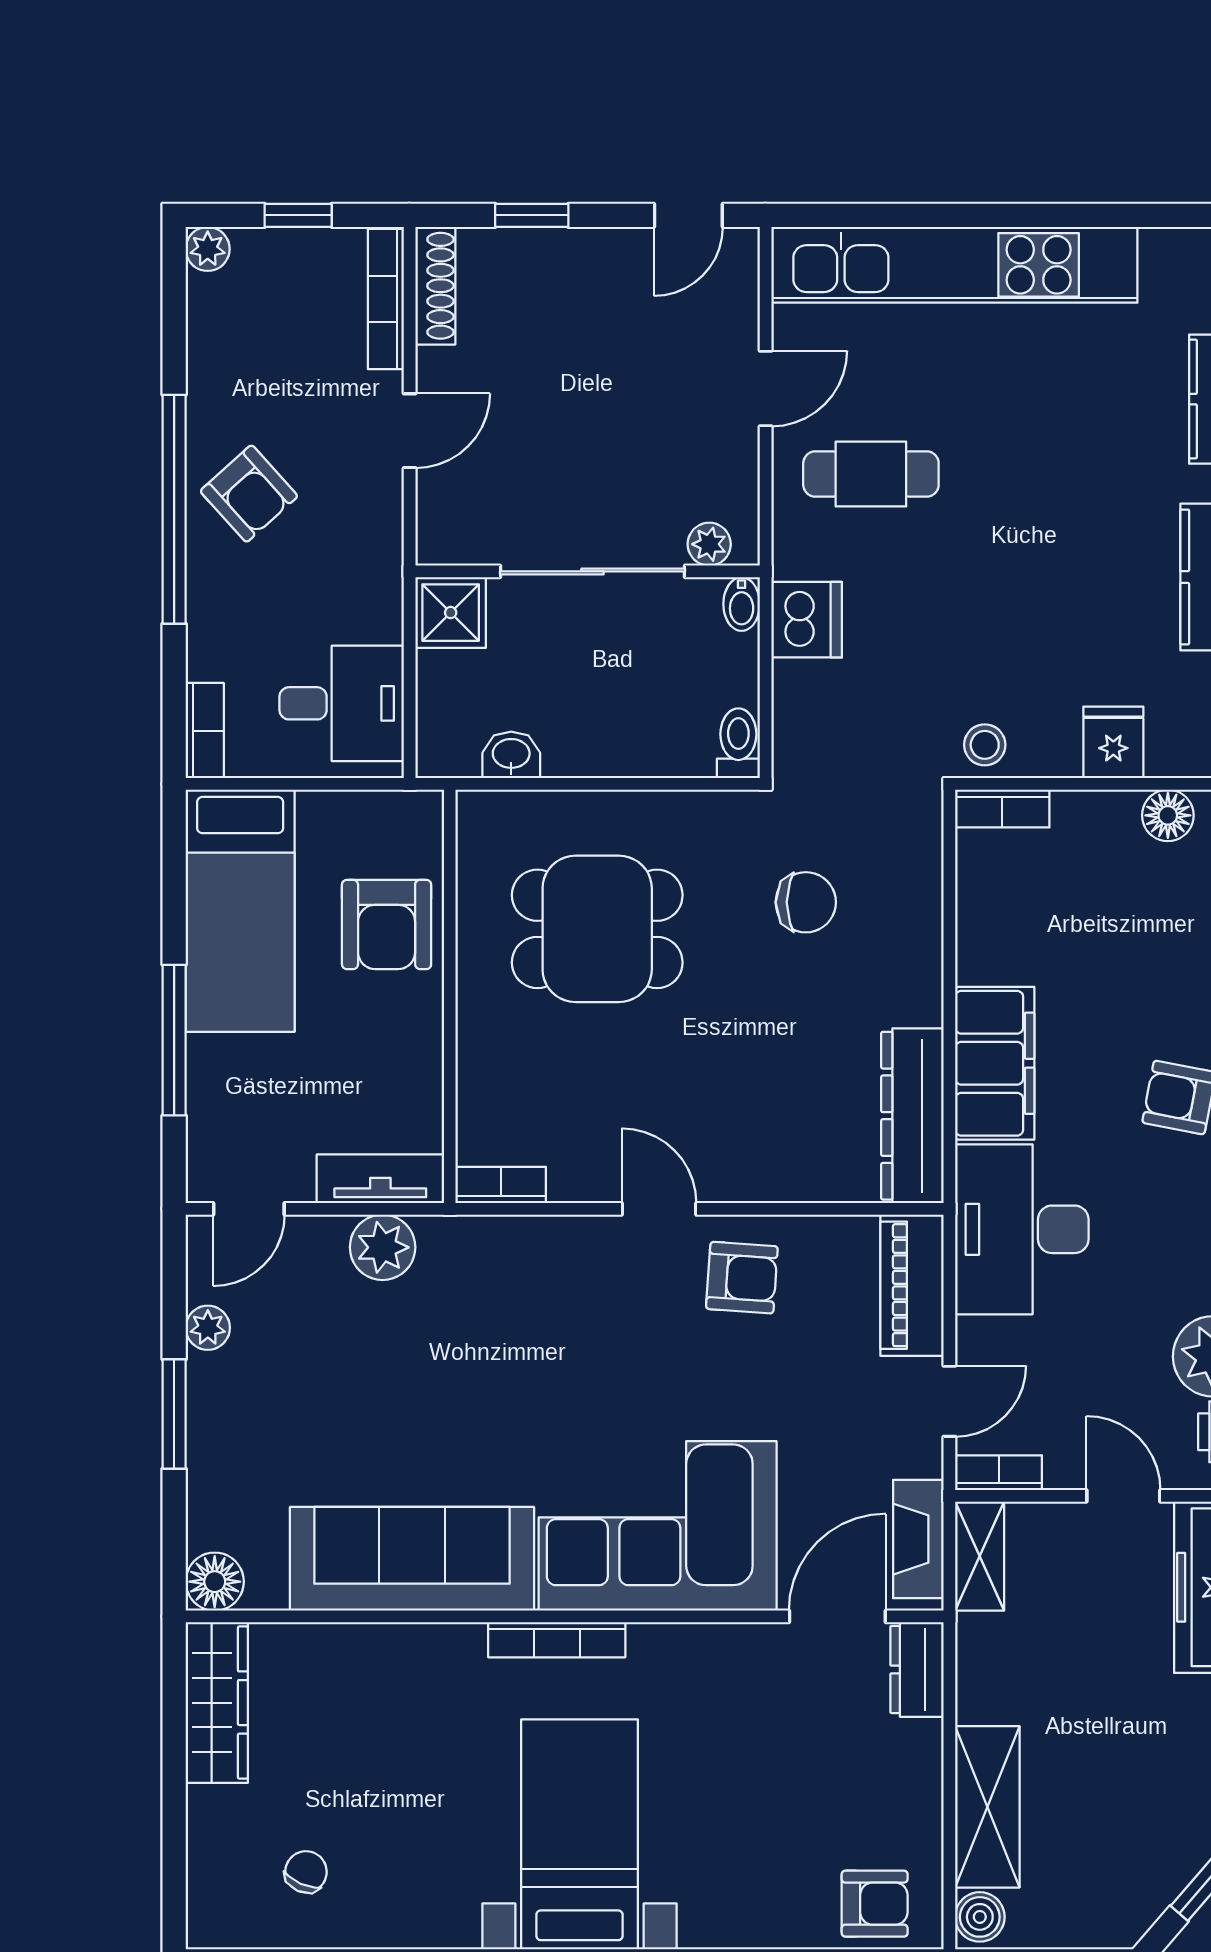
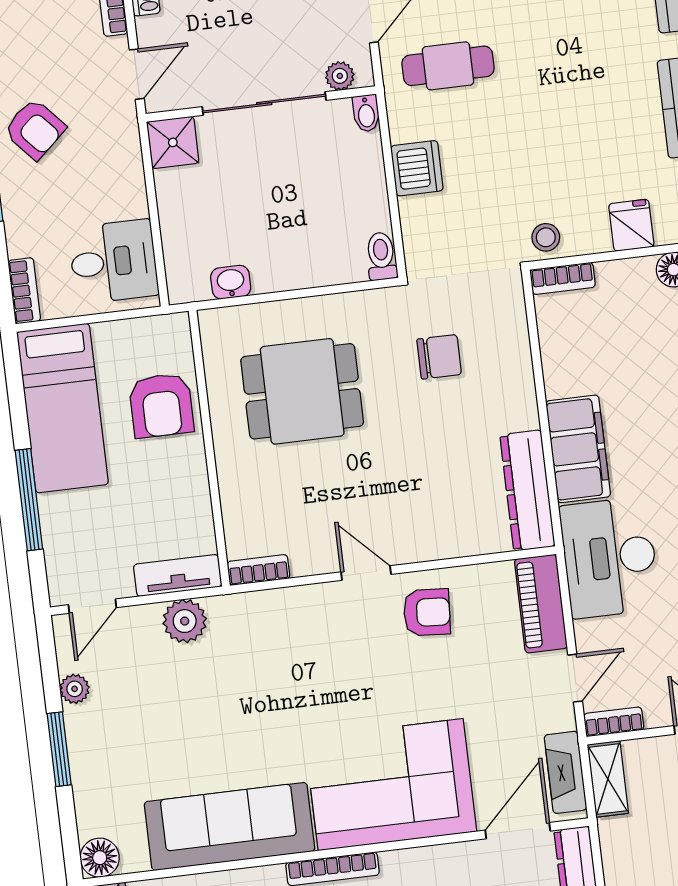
plant: (709, 544) -> (340, 76), moved
wall: (588, 571) -> (261, 104), moved
sliding door: (593, 571) -> (264, 104), moved
bidet: (742, 604) -> (366, 113), moved
shower: (451, 613) -> (173, 142), moved

